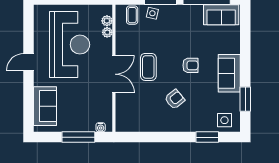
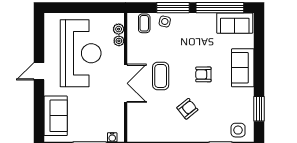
armchair: (190, 65) -> (203, 74), turned 180
sofa: (229, 73) -> (243, 68), moved

